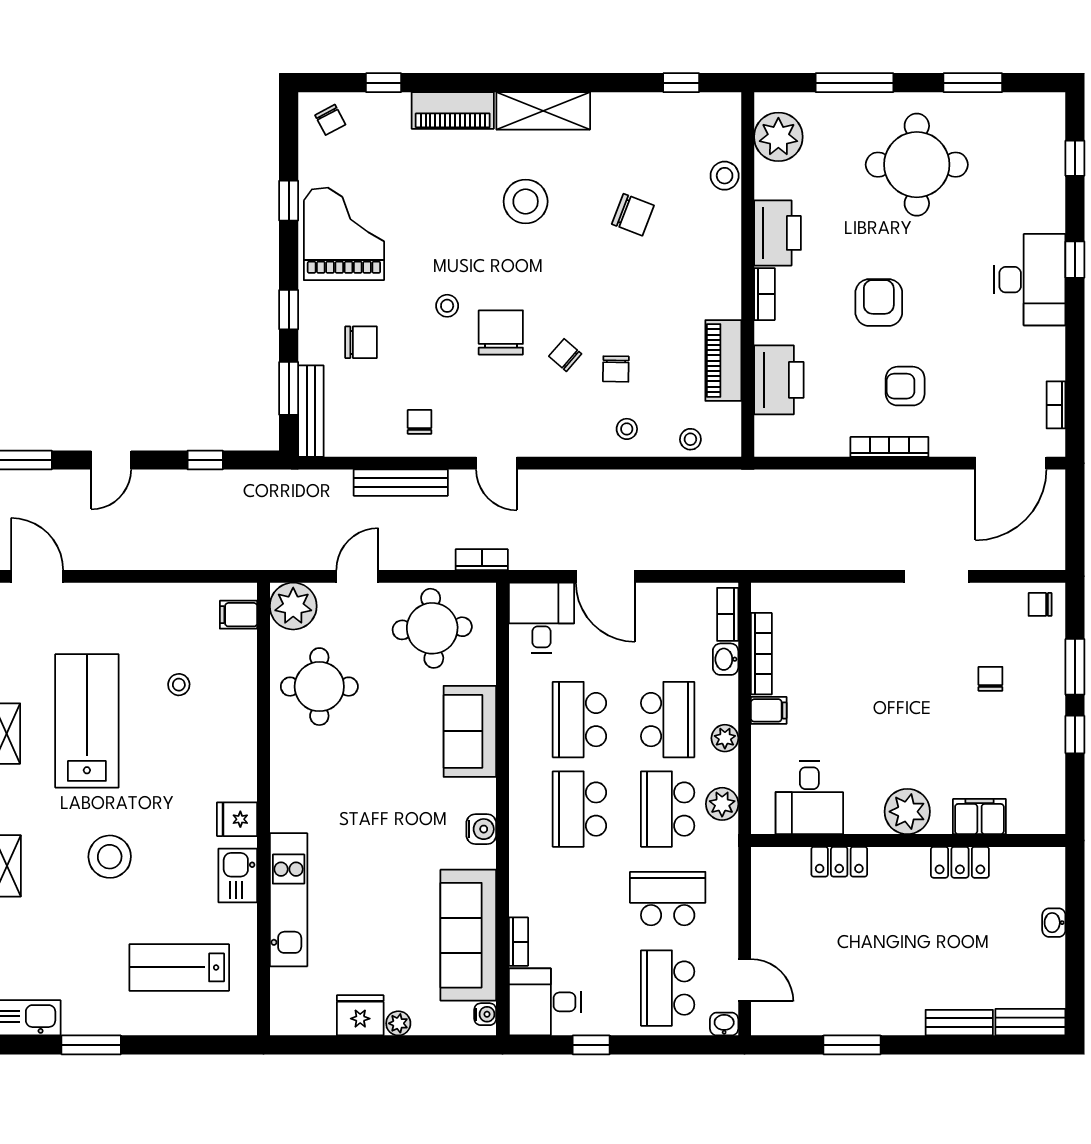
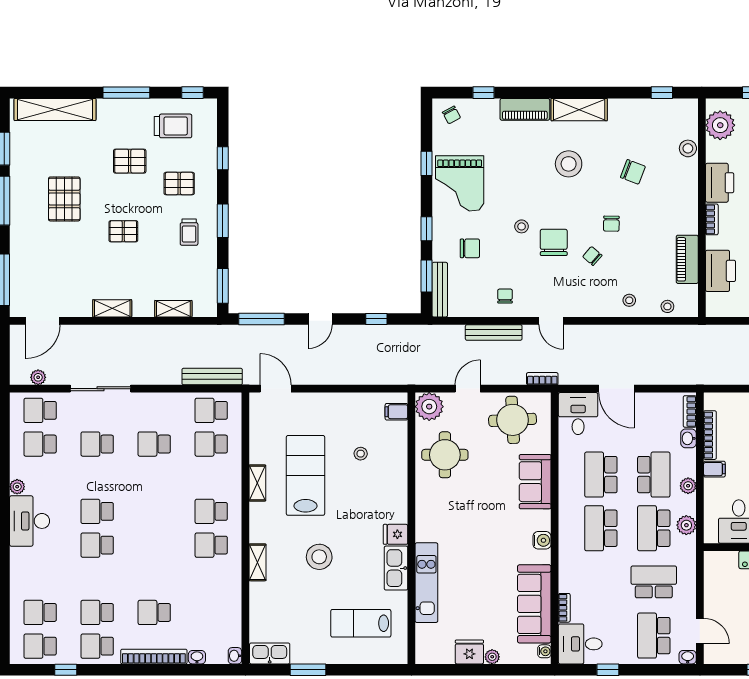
grand piano: (344, 234) -> (460, 183), turned 180
chair: (616, 369) -> (611, 224), moved
kitchen sink: (238, 875) -> (396, 568), width x1.38

